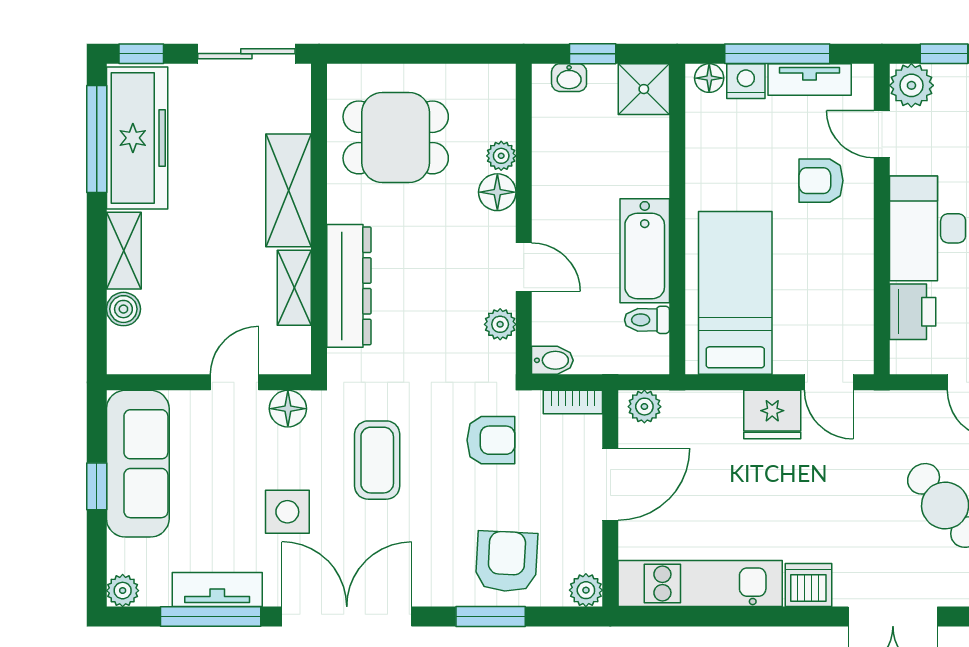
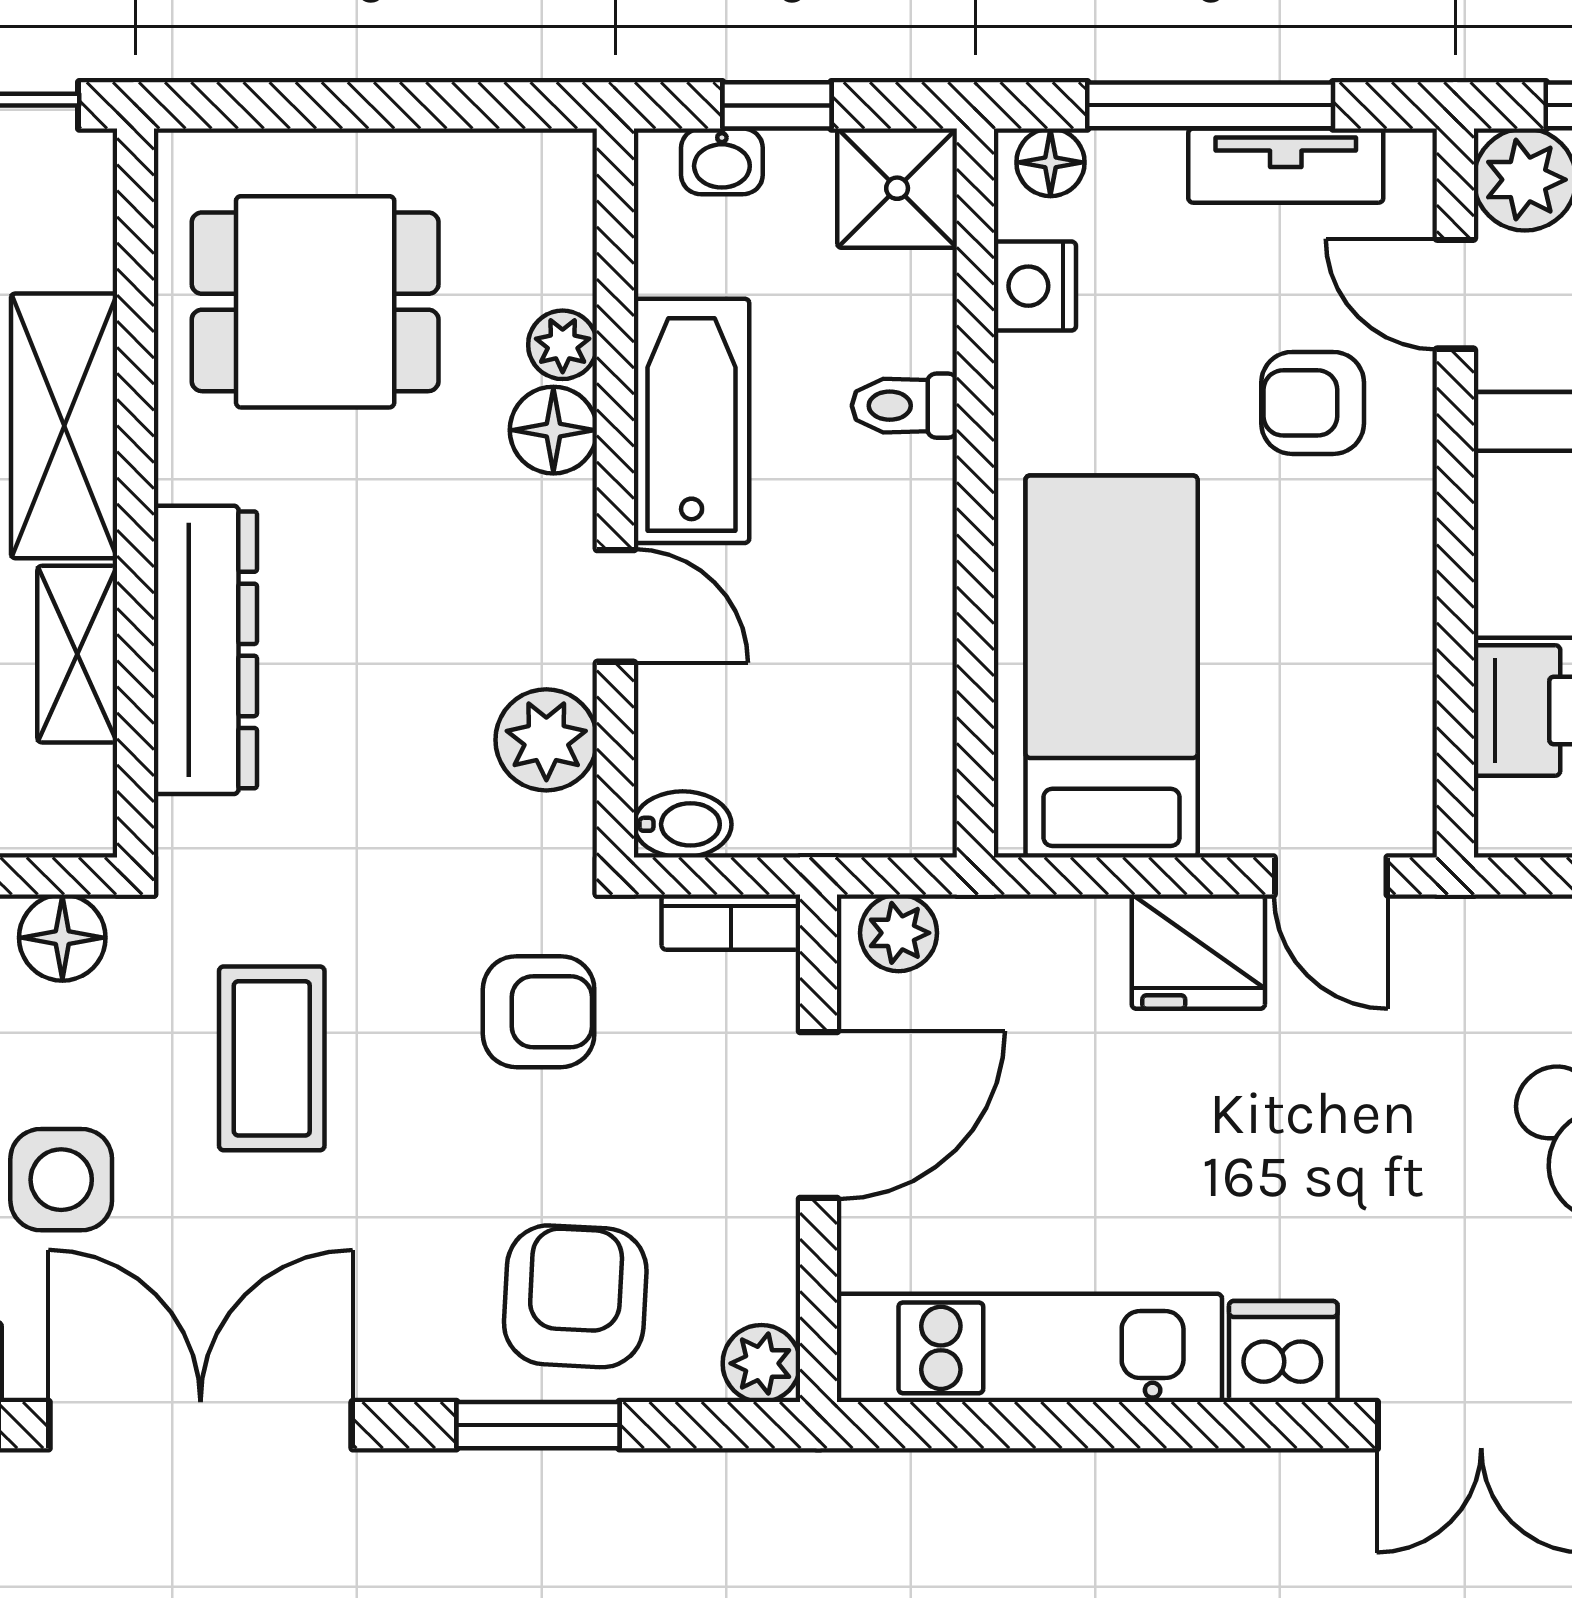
nightstand: (746, 81) -> (1035, 286), moved, turned -90
bathtub: (645, 251) -> (692, 421), moved, turned 180
toilet: (647, 320) -> (904, 406), moved
plant: (500, 324) -> (546, 740), width x1.38, depth x1.38

